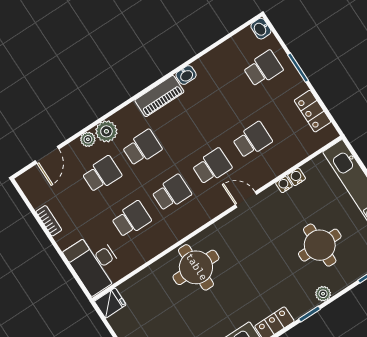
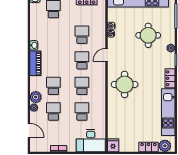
round table: (196, 267) -> (125, 84), moved

